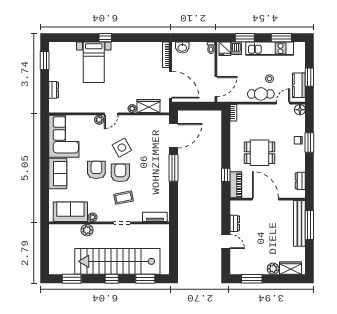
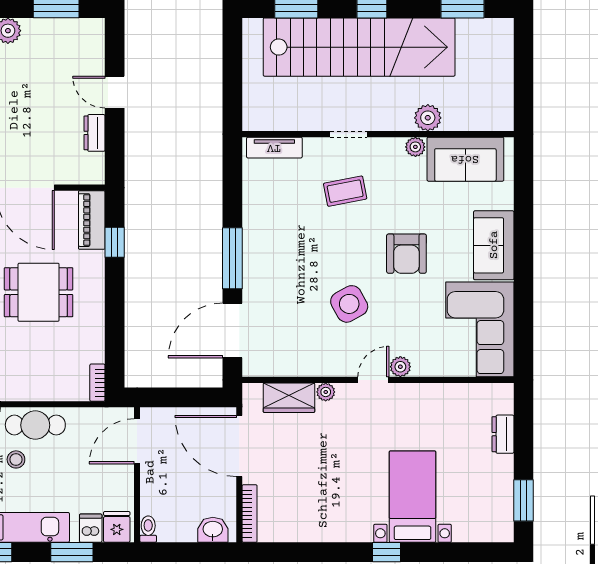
armchair: (120, 173) -> (353, 247), removed

